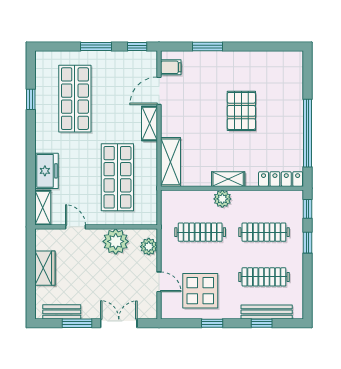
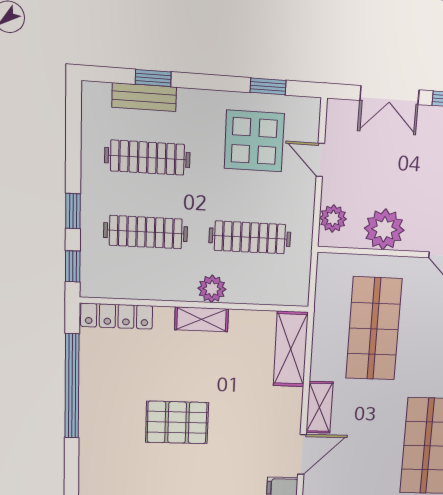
pallet: (241, 111) -> (177, 422), turned 90
bench: (267, 312) -> (144, 97), width x0.73
window: (212, 323) -> (268, 86), moved

